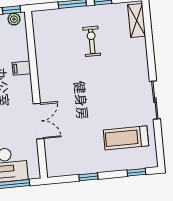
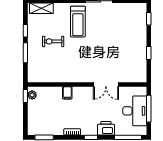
double door: (39, 121) -> (106, 85), swing flipped
treadmill: (126, 138) -> (78, 22), moved

